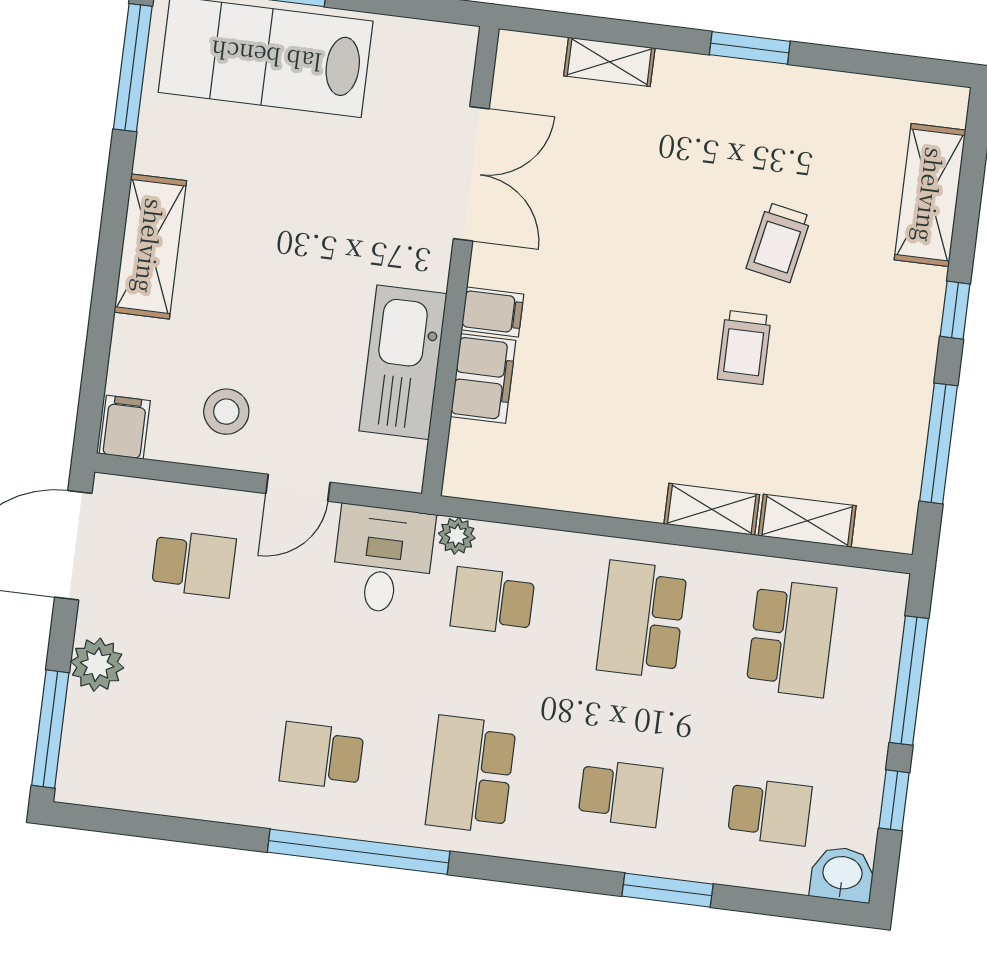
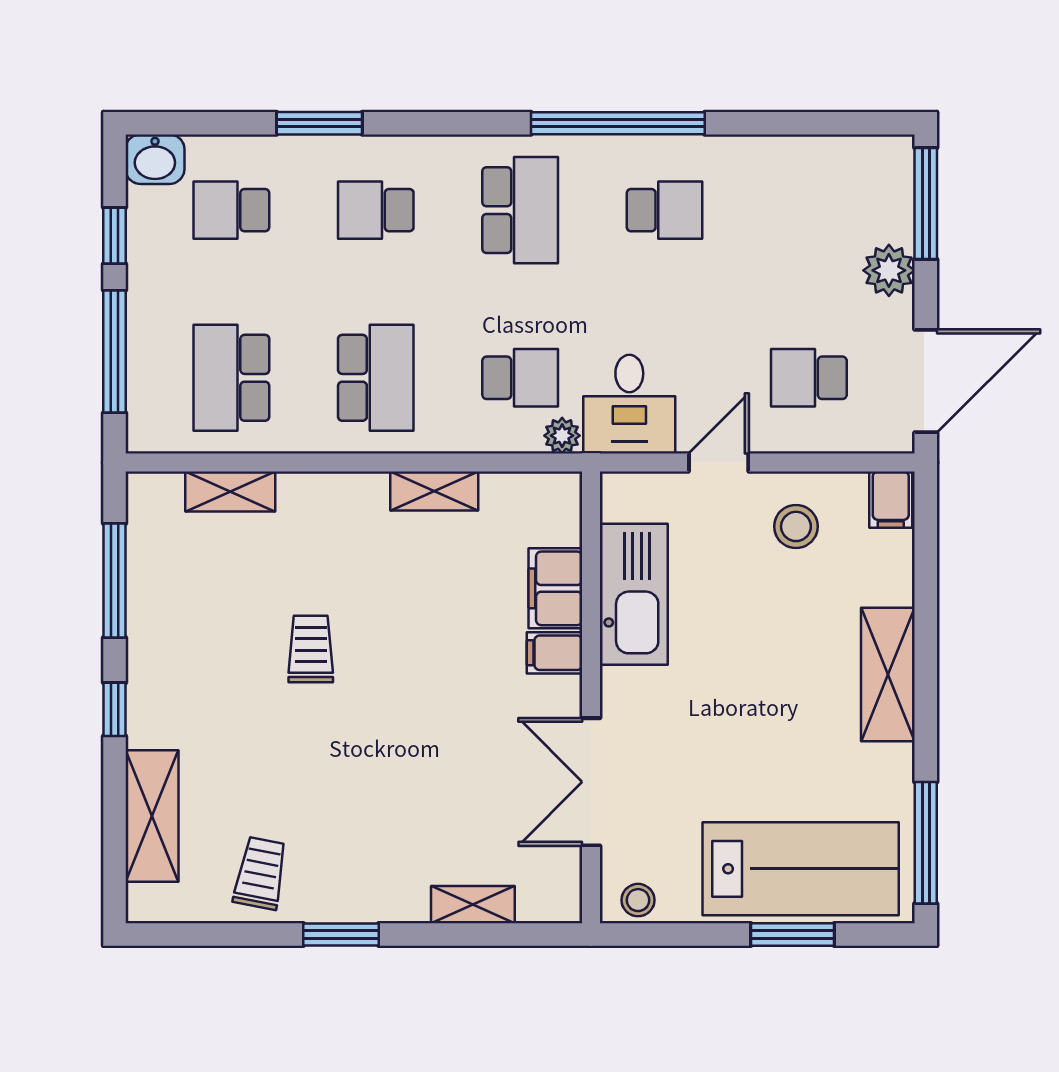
stool: (438, 45) -> (638, 900), added
trolley: (779, 242) -> (260, 873), moved
shelving: (712, 509) -> (434, 491), moved

